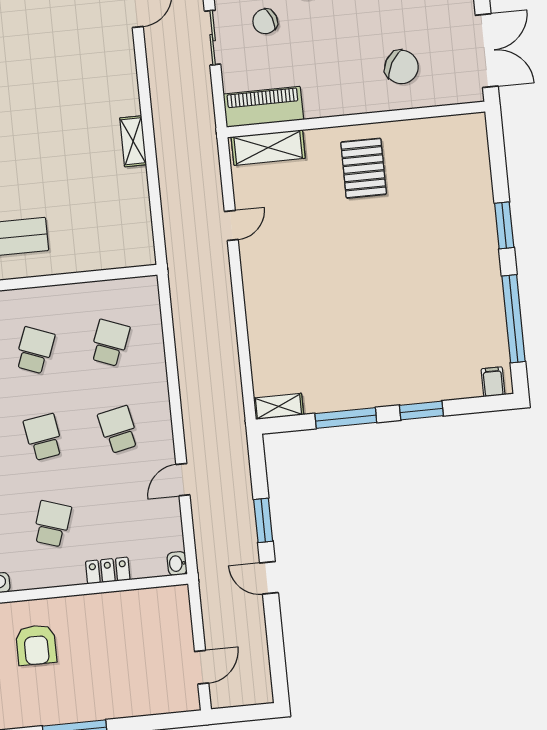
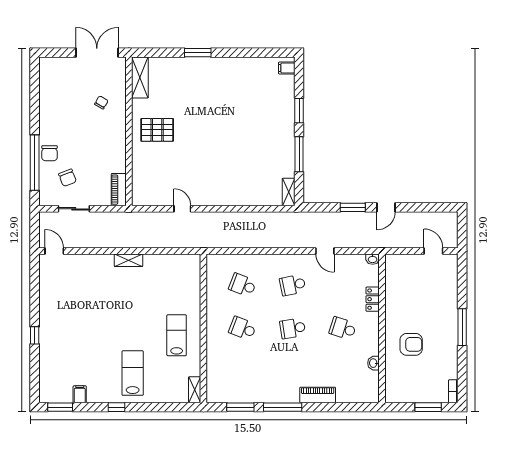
chair: (401, 67) -> (101, 102), width x0.54, depth x0.54
piano: (263, 107) -> (119, 190), width x0.73, depth x0.75
shelving: (268, 148) -> (140, 78), moved
window: (514, 319) -> (252, 53), removed

